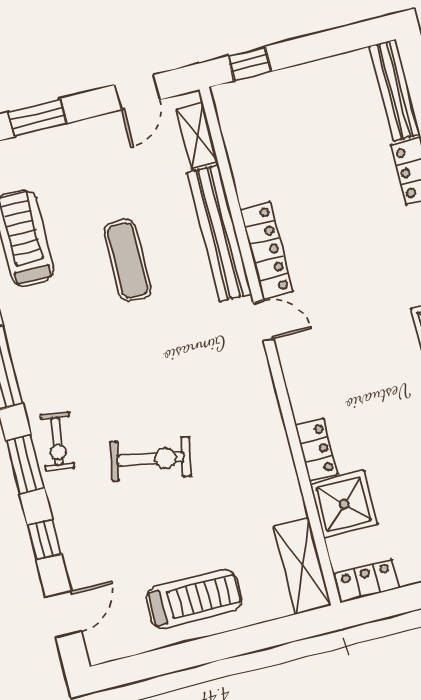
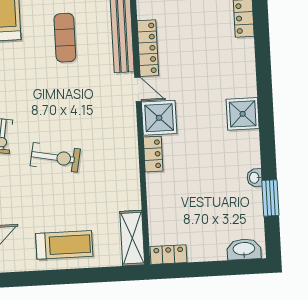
locker: (316, 450) -> (153, 154), moved
shower: (344, 504) -> (159, 118), moved

